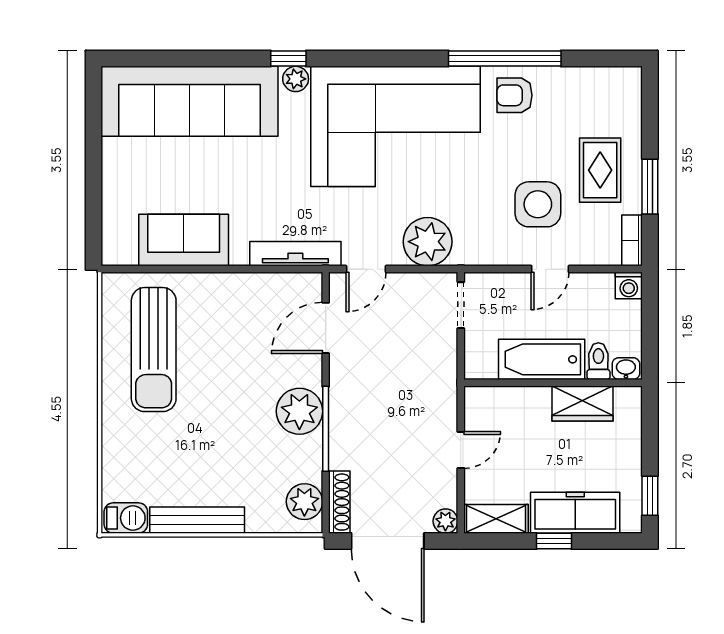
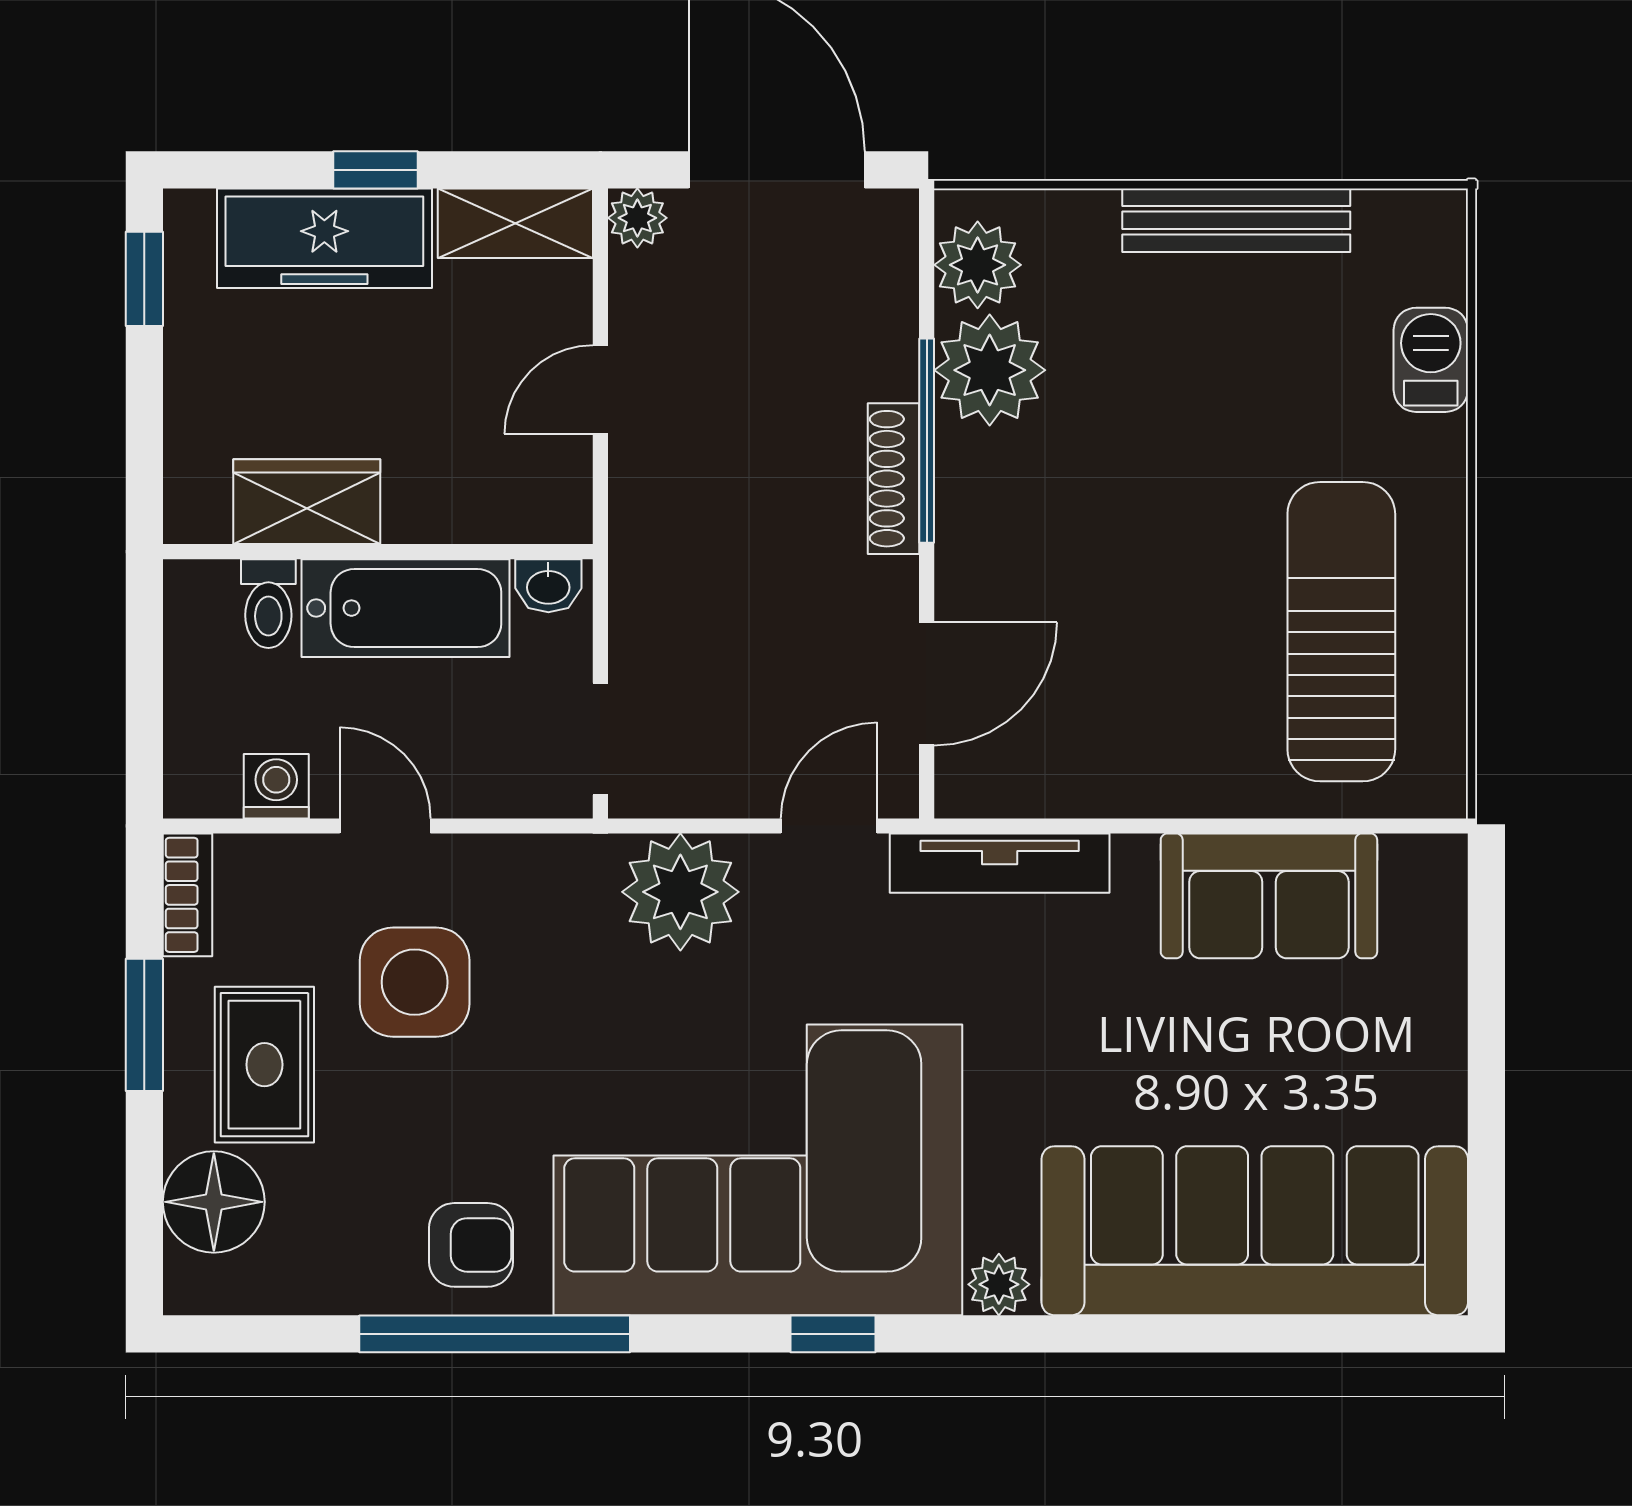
window: (288, 58) -> (833, 1334), moved
floor lamp: (621, 113) -> (214, 1202), added
door: (550, 269) -> (385, 826), hinge flipped
washing machine: (629, 286) -> (276, 786), moved
washbasin: (626, 369) -> (548, 586), moved
plant: (299, 411) -> (990, 370), moved
shoe rack: (339, 502) -> (894, 479), moved
barbecue: (126, 518) -> (1431, 360), moved, turned 90

